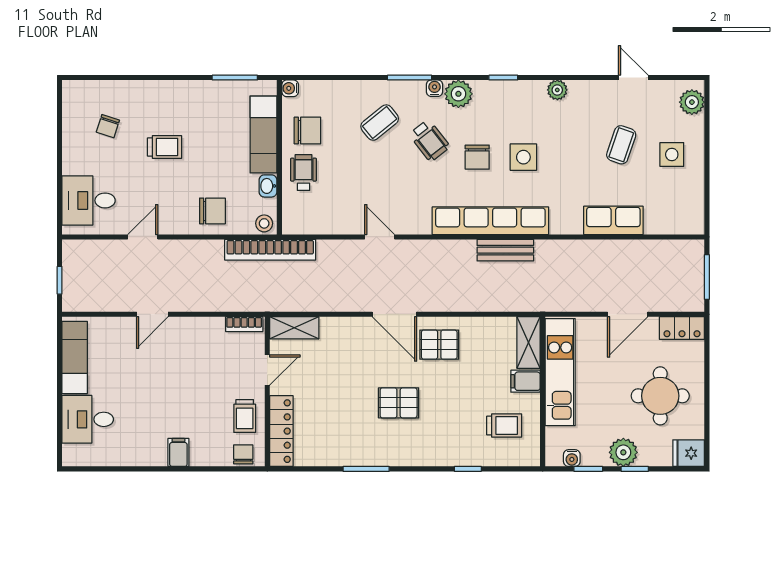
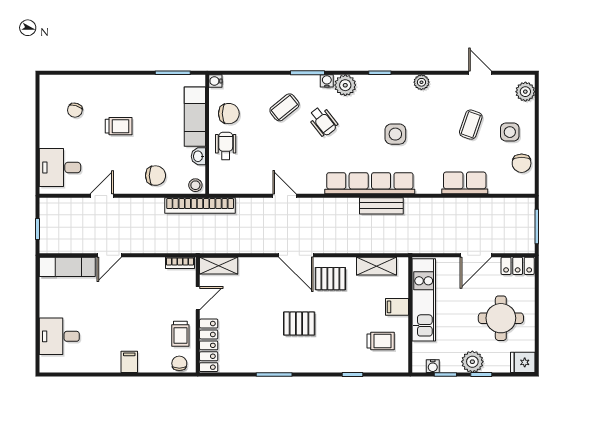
chair: (477, 157) -> (522, 163), moved
shelving: (529, 342) -> (377, 266), moved, turned 90
exam couch: (75, 357) -> (67, 267), moved, turned 90

